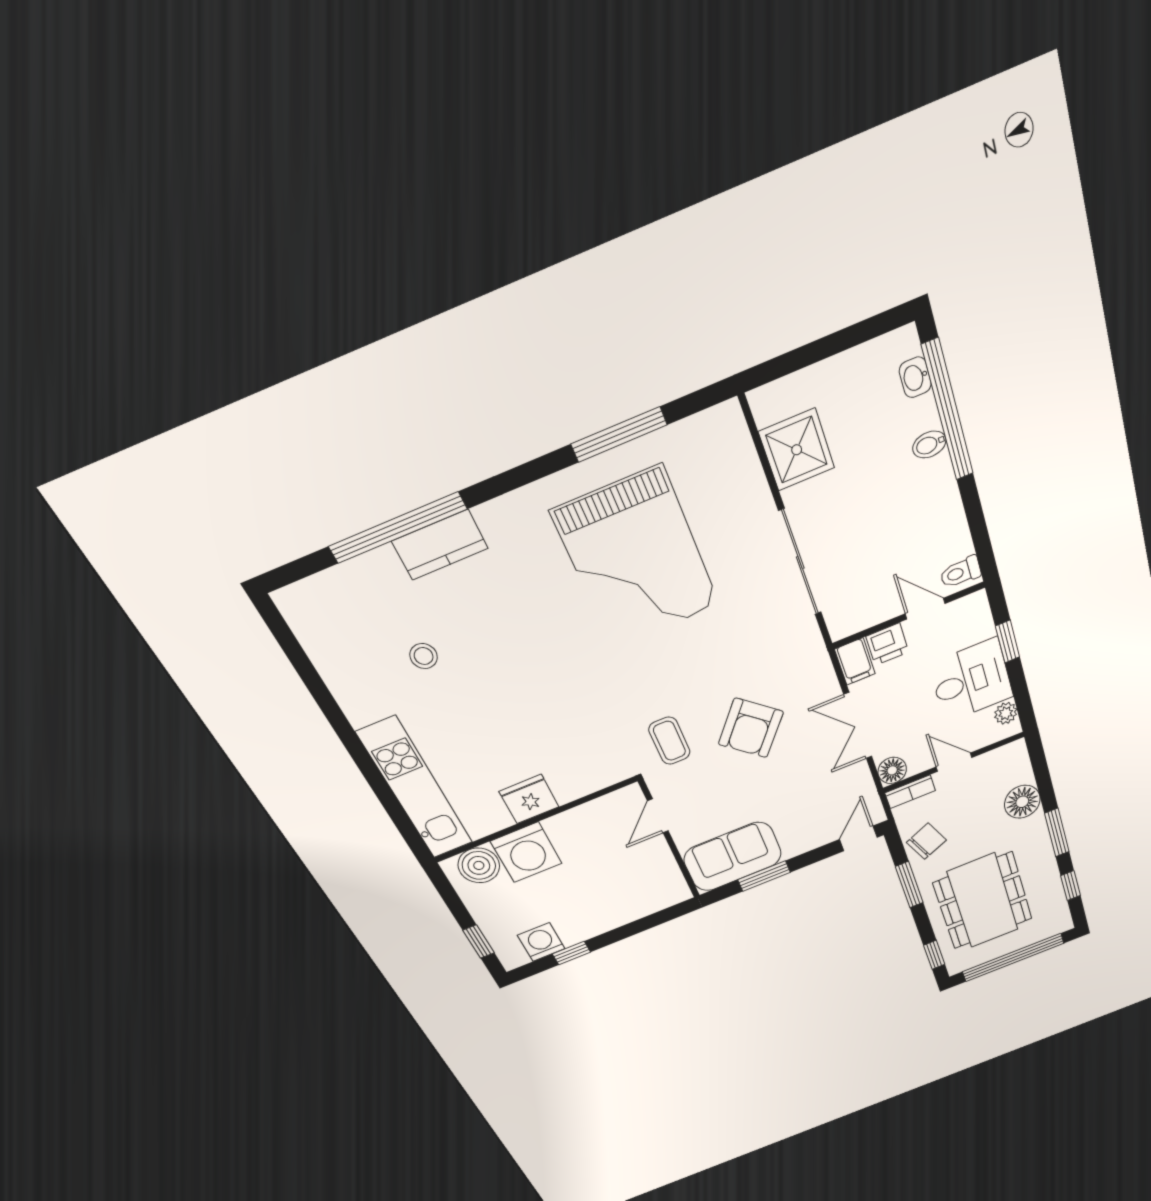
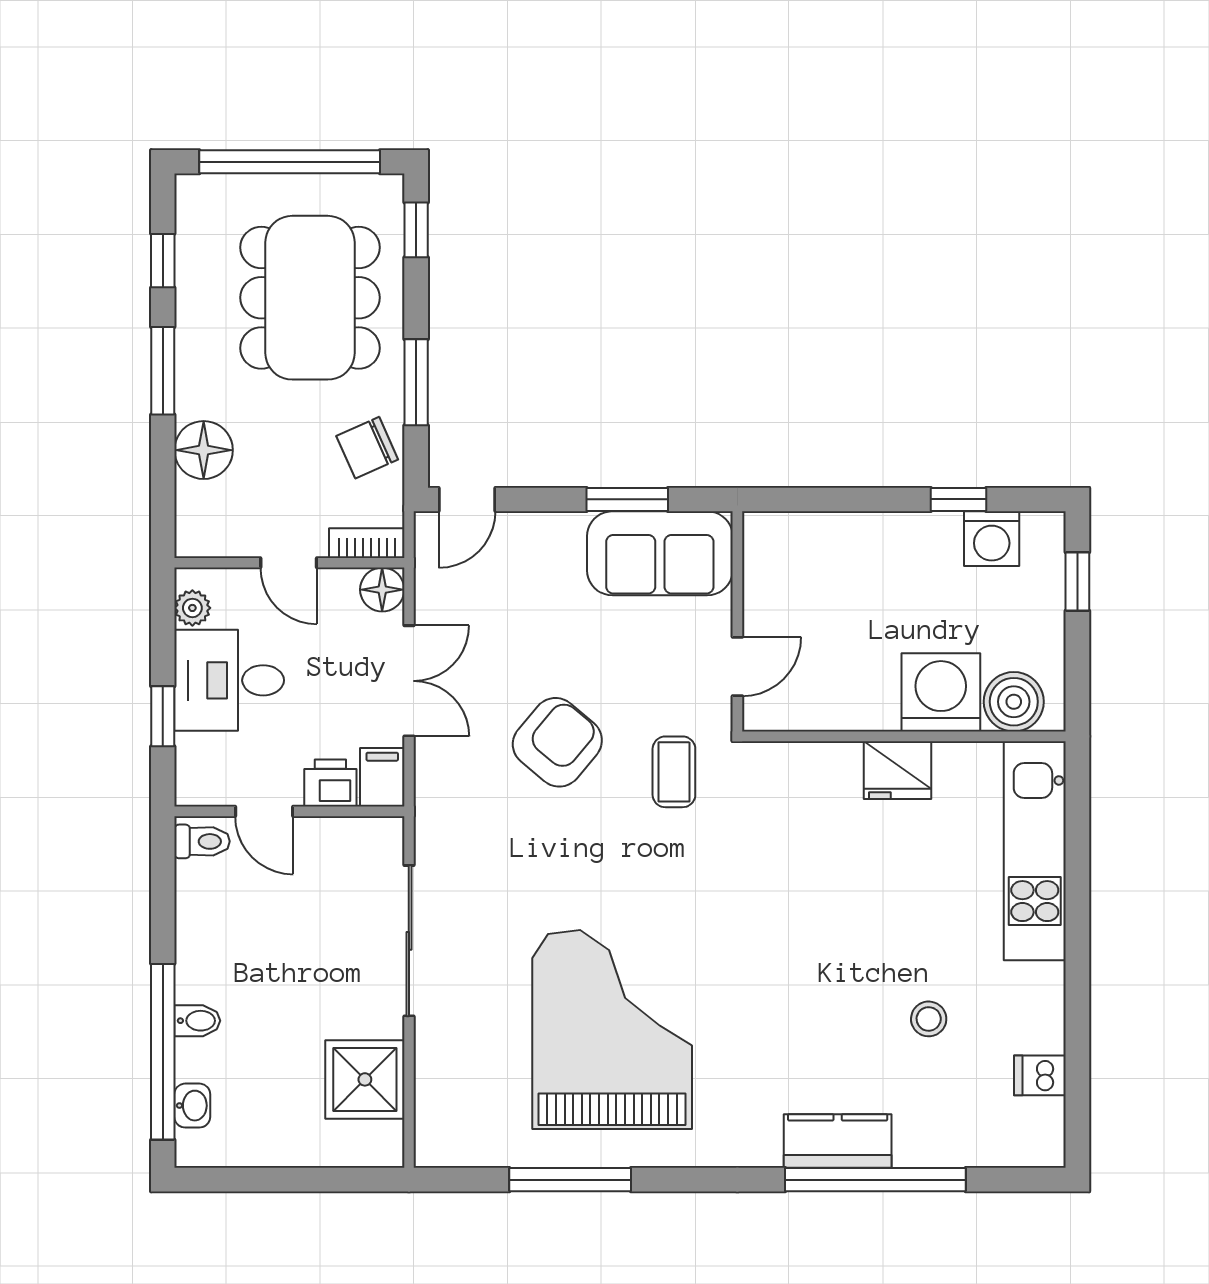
dishwasher: (326, 650) -> (1040, 1075), added

